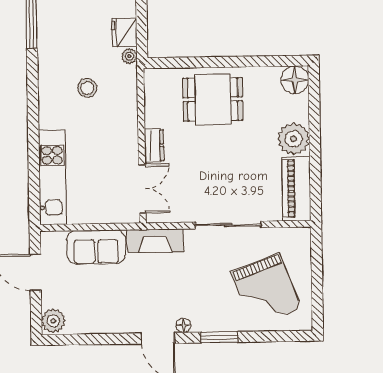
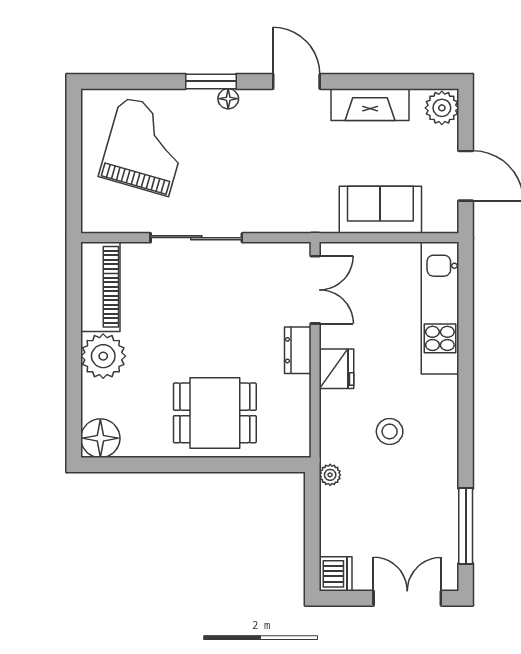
fridge: (124, 33) -> (337, 369), moved
double door: (142, 189) -> (315, 290), swing flipped
fireplace: (155, 241) -> (370, 105), moved, turned 180
grand piano: (266, 290) -> (145, 146), turned 37
floor lamp: (183, 325) -> (228, 99), moved

